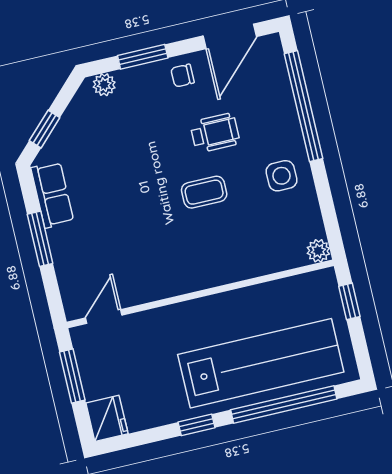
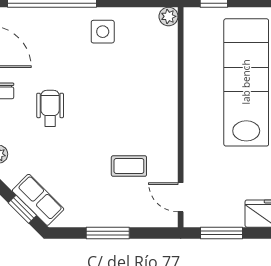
wheelchair: (215, 133) -> (50, 108), moved
coffee table: (204, 192) -> (129, 166), moved, turned 90
row of seats: (52, 195) -> (38, 200), moved, turned 45

